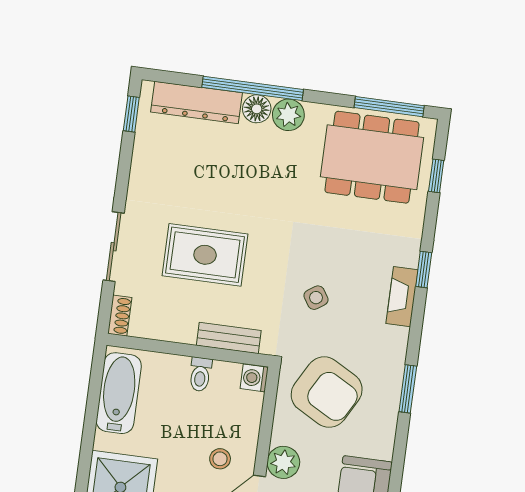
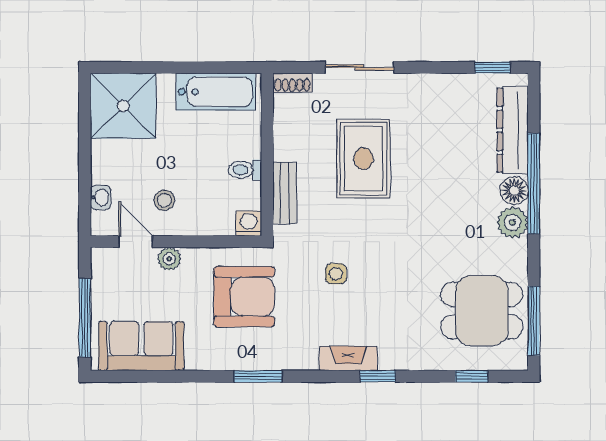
dining table: (372, 157) -> (482, 311), width x0.73
side table: (316, 298) -> (336, 274), turned 34
armchair: (327, 392) -> (244, 297), turned -119
plant: (283, 462) -> (169, 259), width x0.73, depth x0.73

